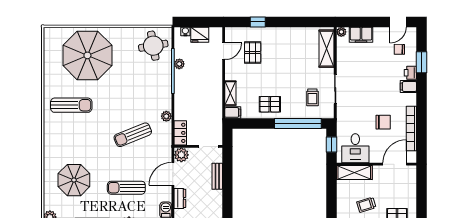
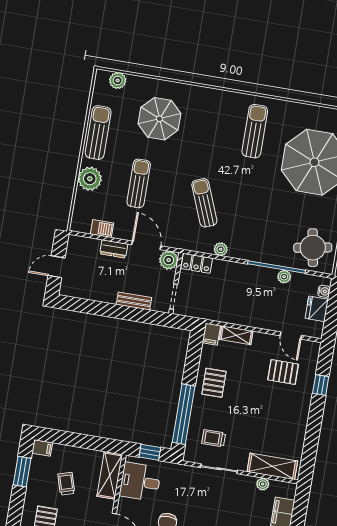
plant: (341, 32) -> (263, 484), moved
sun lounger: (71, 105) -> (255, 131), turned 180

